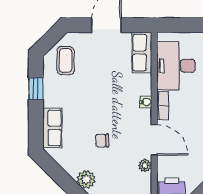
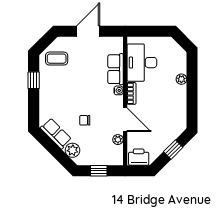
row of seats: (142, 53) -> (115, 69), moved
coffee table: (66, 61) -> (57, 59), turned 90
row of seats: (52, 128) -> (56, 133), moved, turned -45

